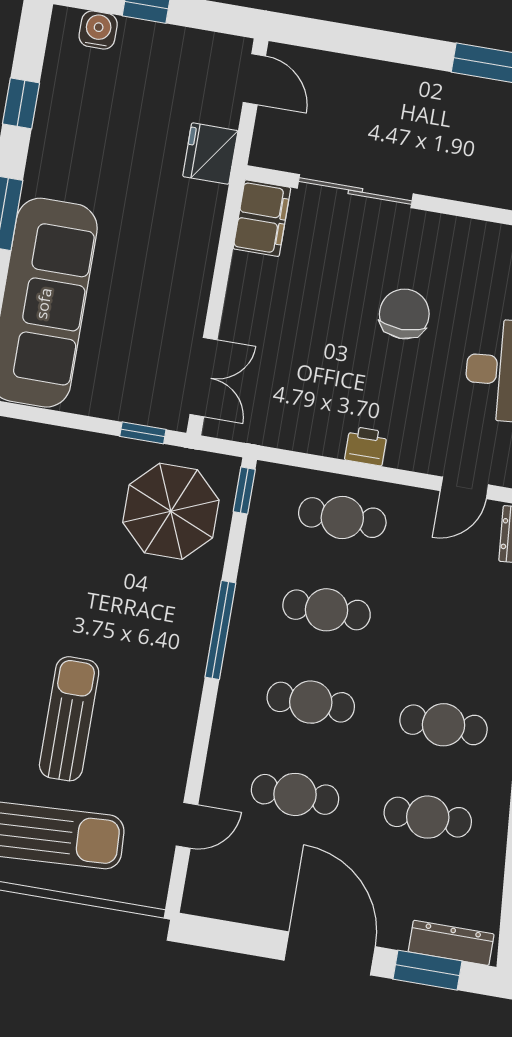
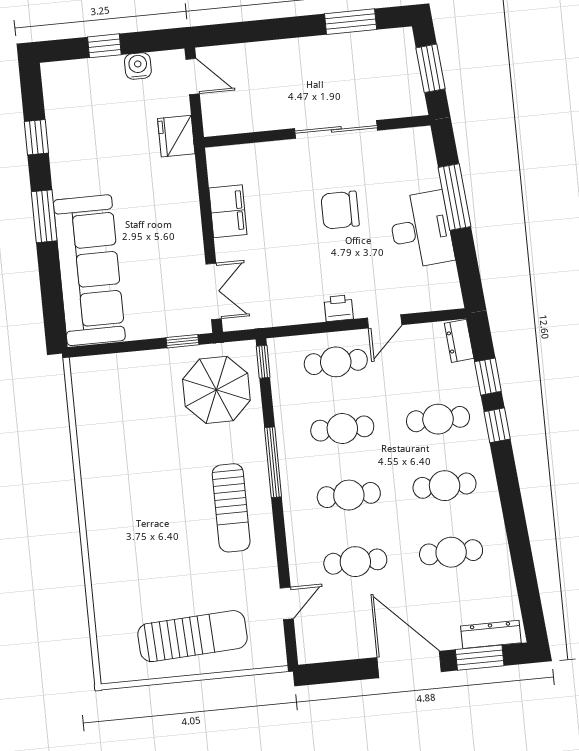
water cooler: (98, 30) -> (138, 66), moved
sliding door: (355, 191) -> (336, 129), moved
filing cabinet: (262, 218) -> (228, 211), moved
chair: (404, 314) -> (340, 210), turned -90
door: (464, 488) -> (385, 321), moved
cafe table: (459, 633) -> (438, 419), added
sun lounger: (69, 719) -> (231, 508), moved, turned 180

